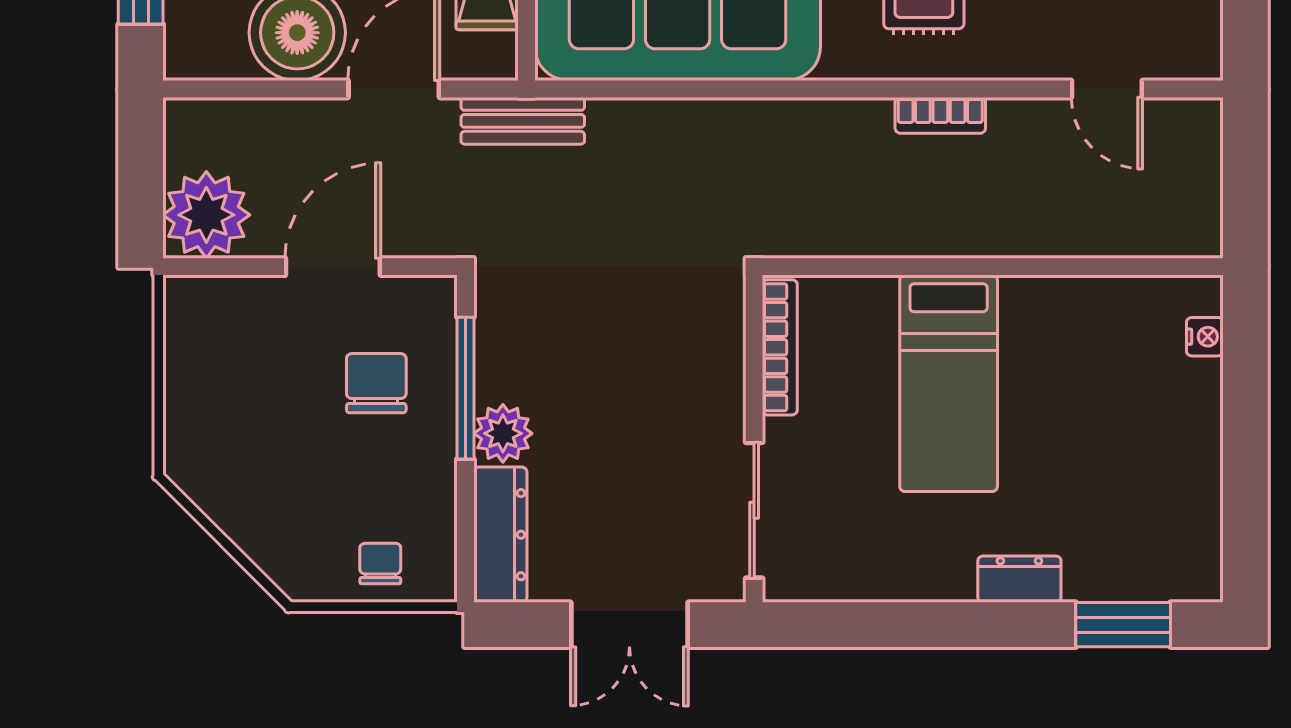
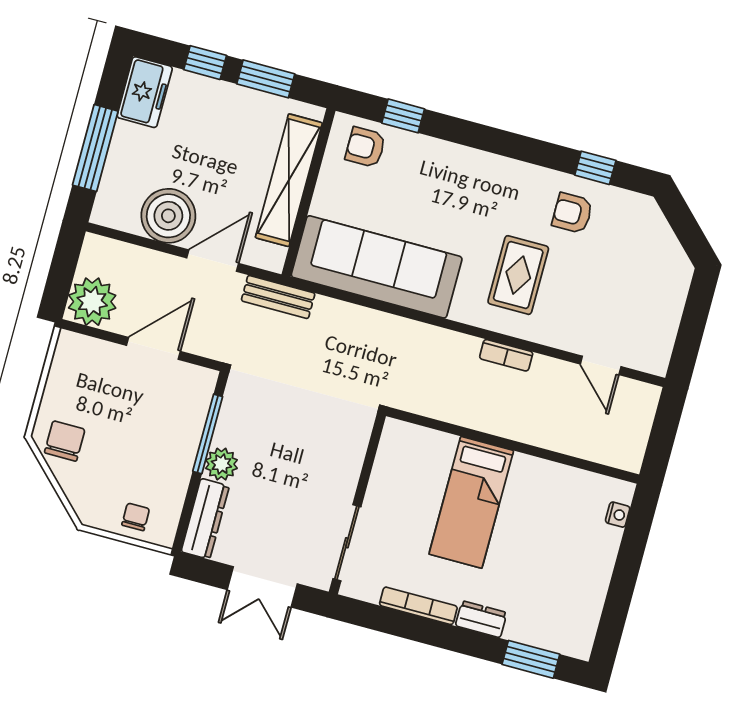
bookcase: (780, 347) -> (418, 606), moved, turned -90
chair: (376, 383) -> (65, 441), moved

